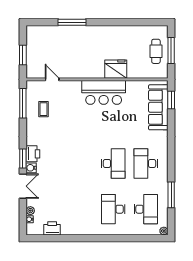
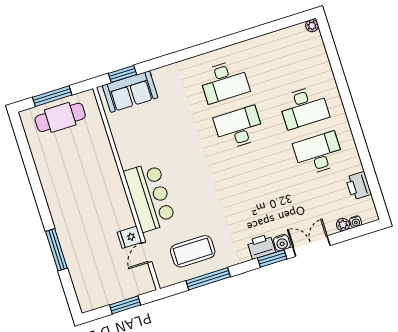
cafe table: (156, 51) -> (60, 117), width x1.37, depth x1.35
fridge: (116, 69) -> (129, 237), moved, width x0.53, depth x0.75
bar counter: (104, 92) -> (150, 197), moved
window: (23, 103) -> (208, 279), moved
sofa: (158, 107) -> (130, 92), width x0.73
coffee table: (44, 109) -> (193, 251), width x1.86, depth x1.72
window: (171, 195) -> (258, 31), removed
desk: (146, 209) -> (318, 154), moved

